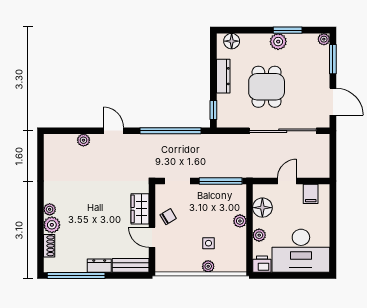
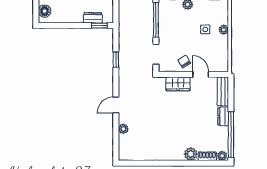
dresser: (223, 76) -> (93, 18), moved, width x0.70
window: (170, 131) -> (116, 60), width x0.32
plant: (50, 209) -> (222, 156), moved
door: (152, 237) -> (201, 74), swing flipped

